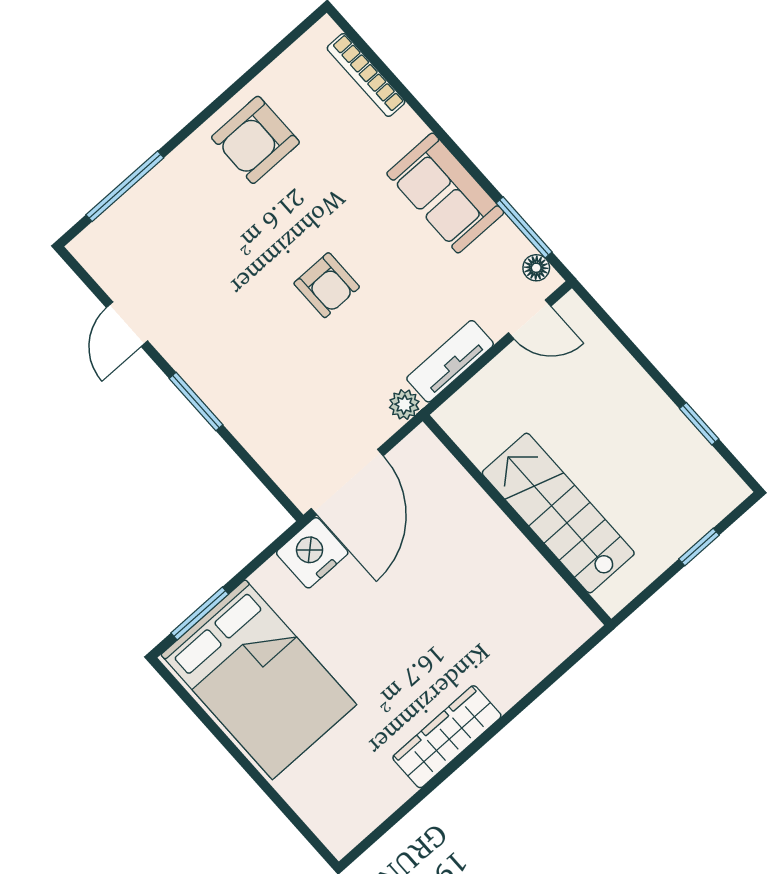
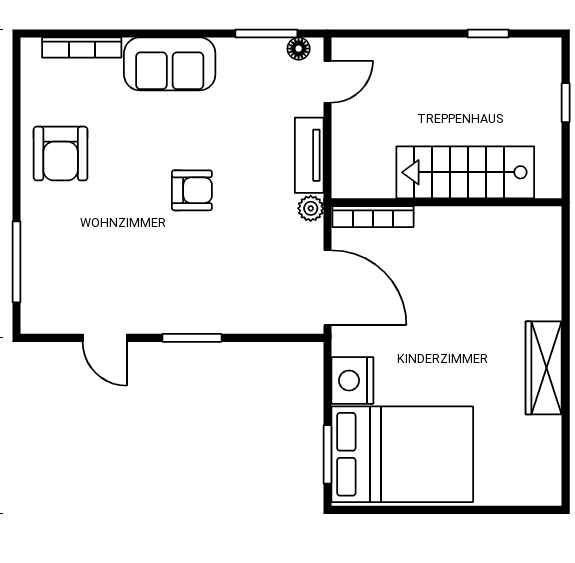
sofa: (445, 193) -> (170, 64), moved
bookcase: (446, 466) -> (373, 217), added
nightstand: (312, 553) -> (352, 381), moved

